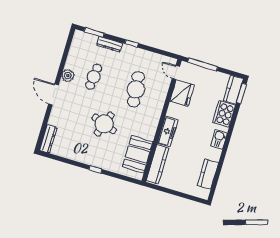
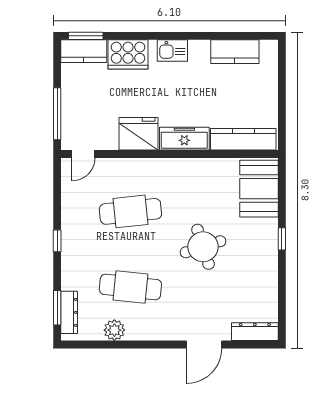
dresser: (110, 44) -> (69, 312), moved
plant: (68, 76) -> (114, 330), moved
cafe table: (94, 77) -> (130, 287), width x1.37, depth x1.35
fridge: (182, 93) -> (139, 134), moved
door: (54, 94) -> (204, 344), moved
round table: (104, 124) -> (203, 247), turned -38
booth: (138, 154) -> (259, 189), moved, turned 90

